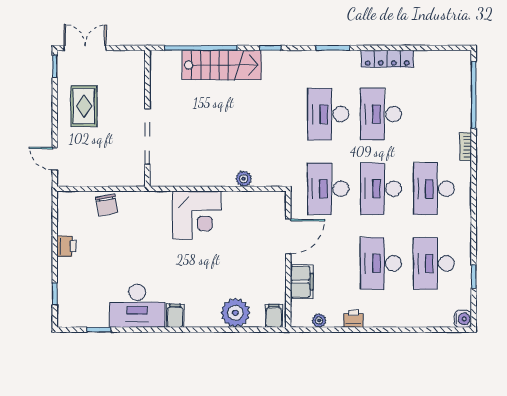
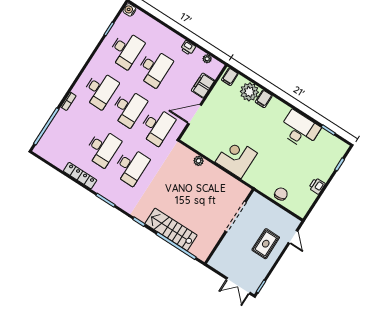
rug: (84, 106) -> (266, 244), moved
filing cabinet: (175, 316) -> (264, 99), moved

